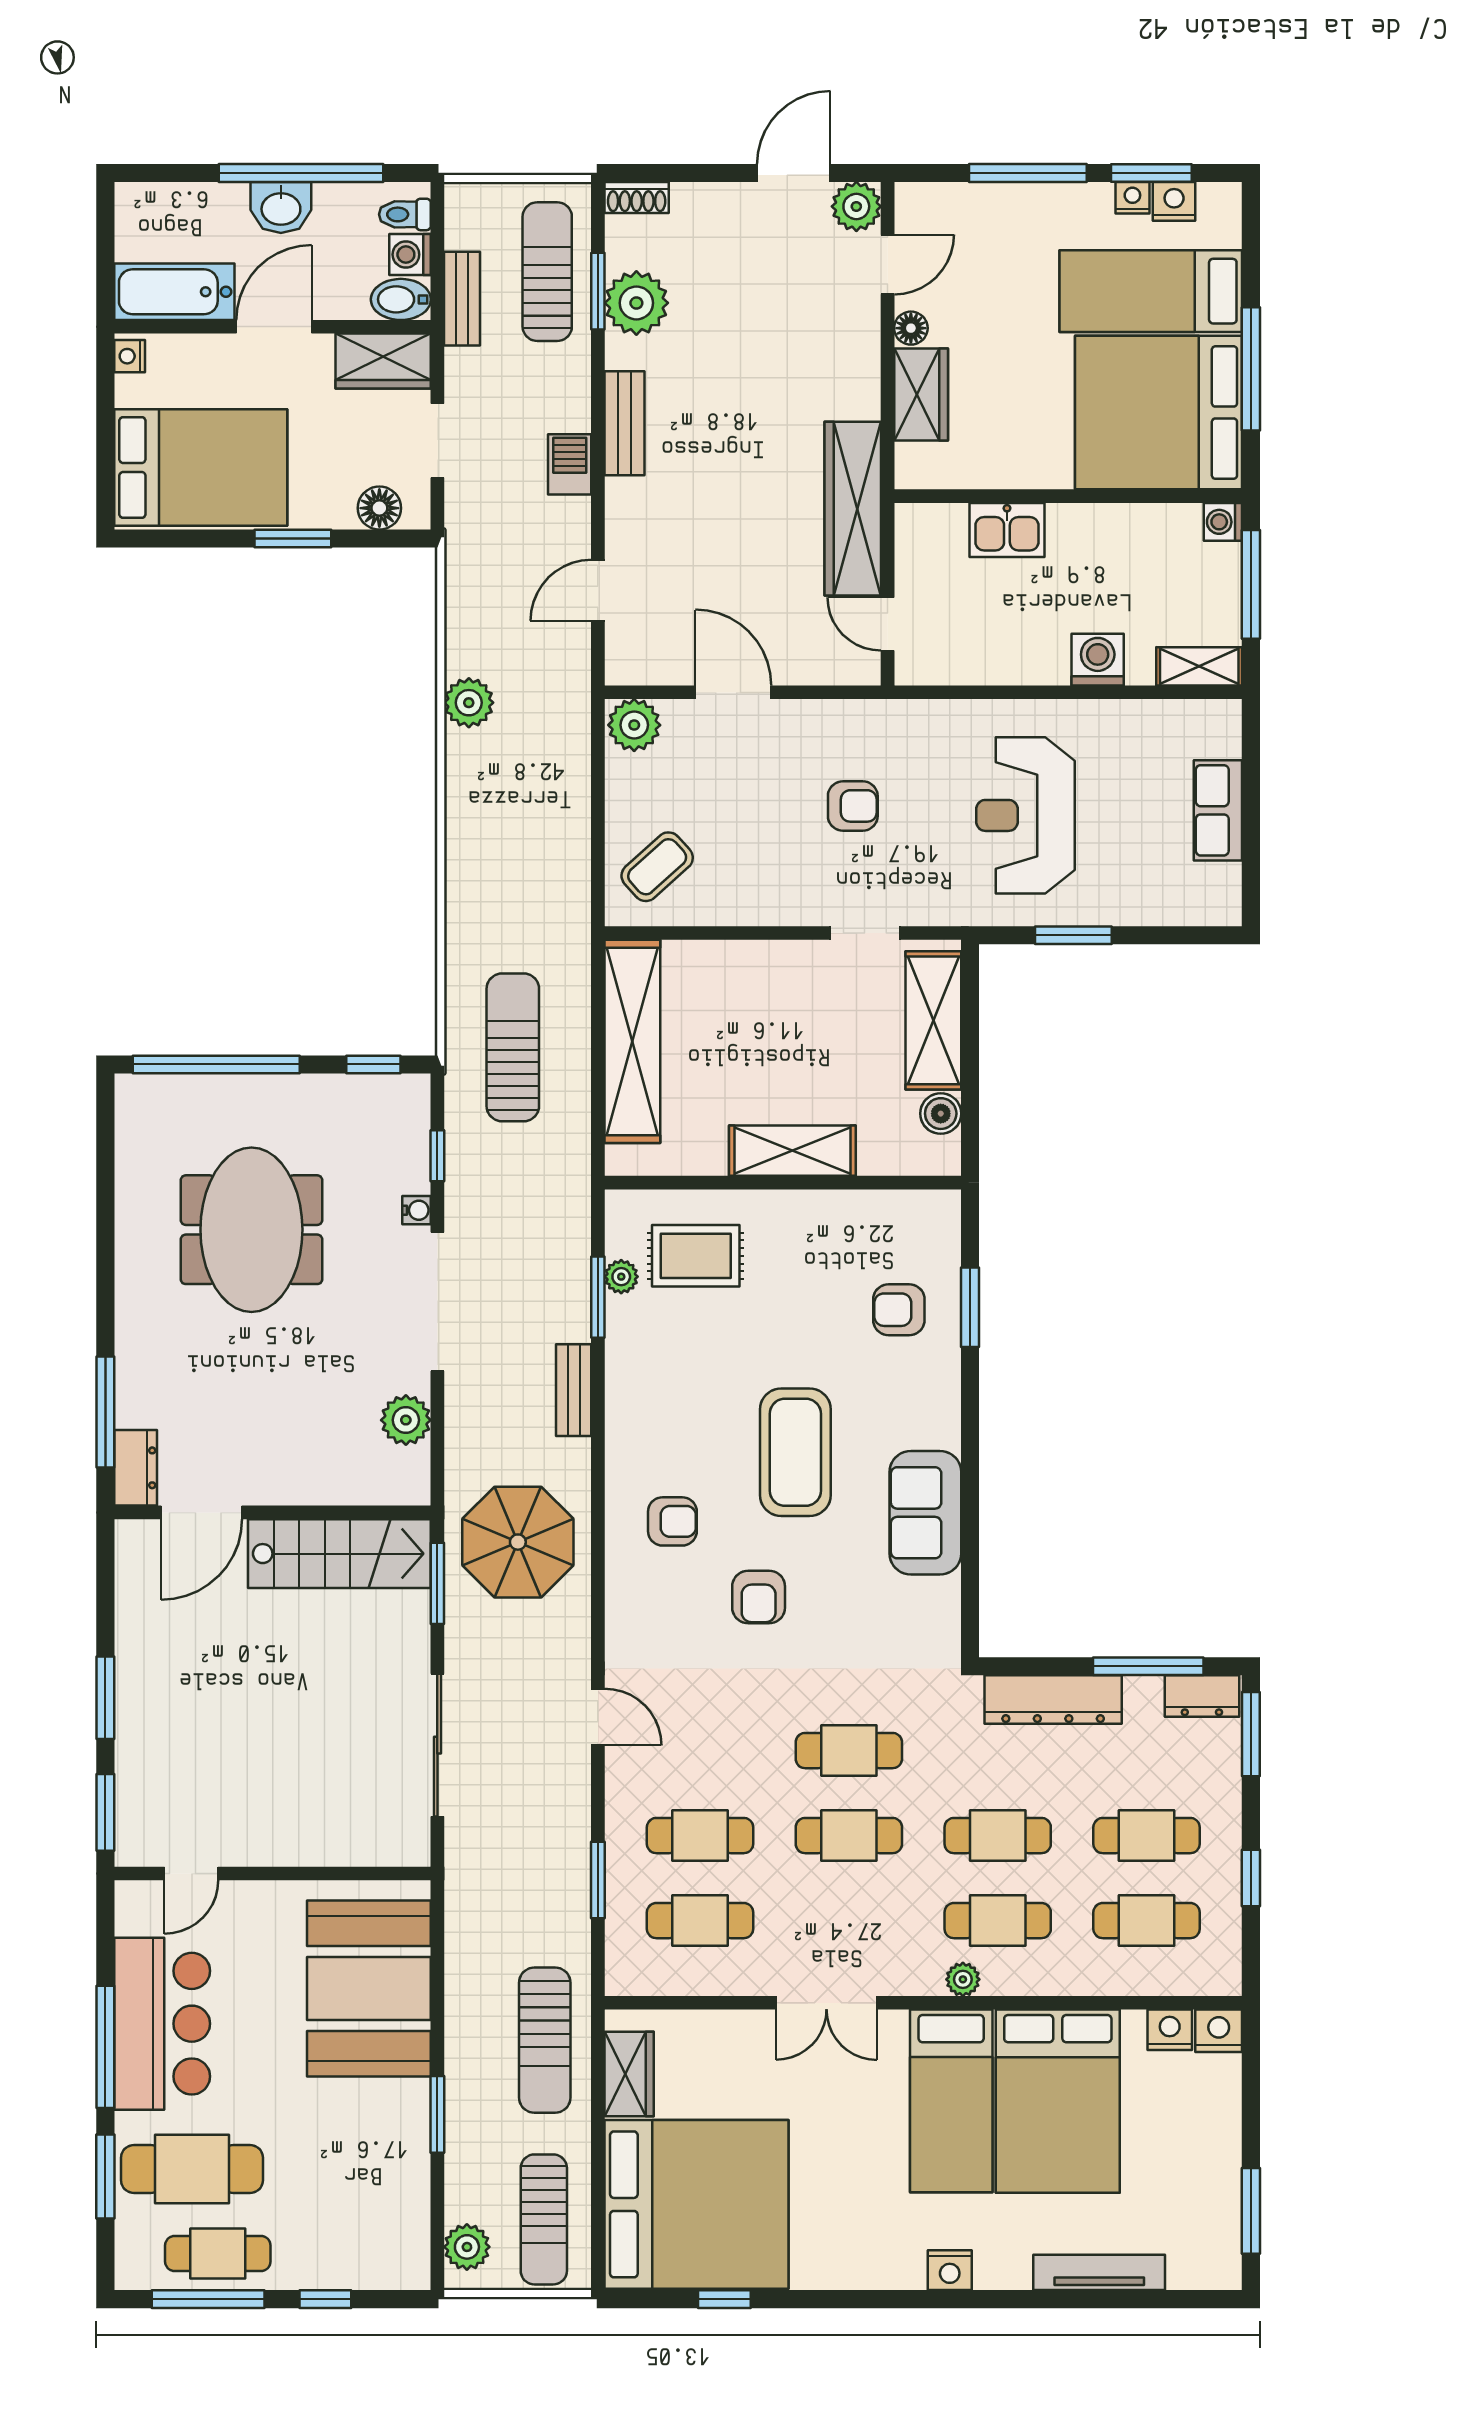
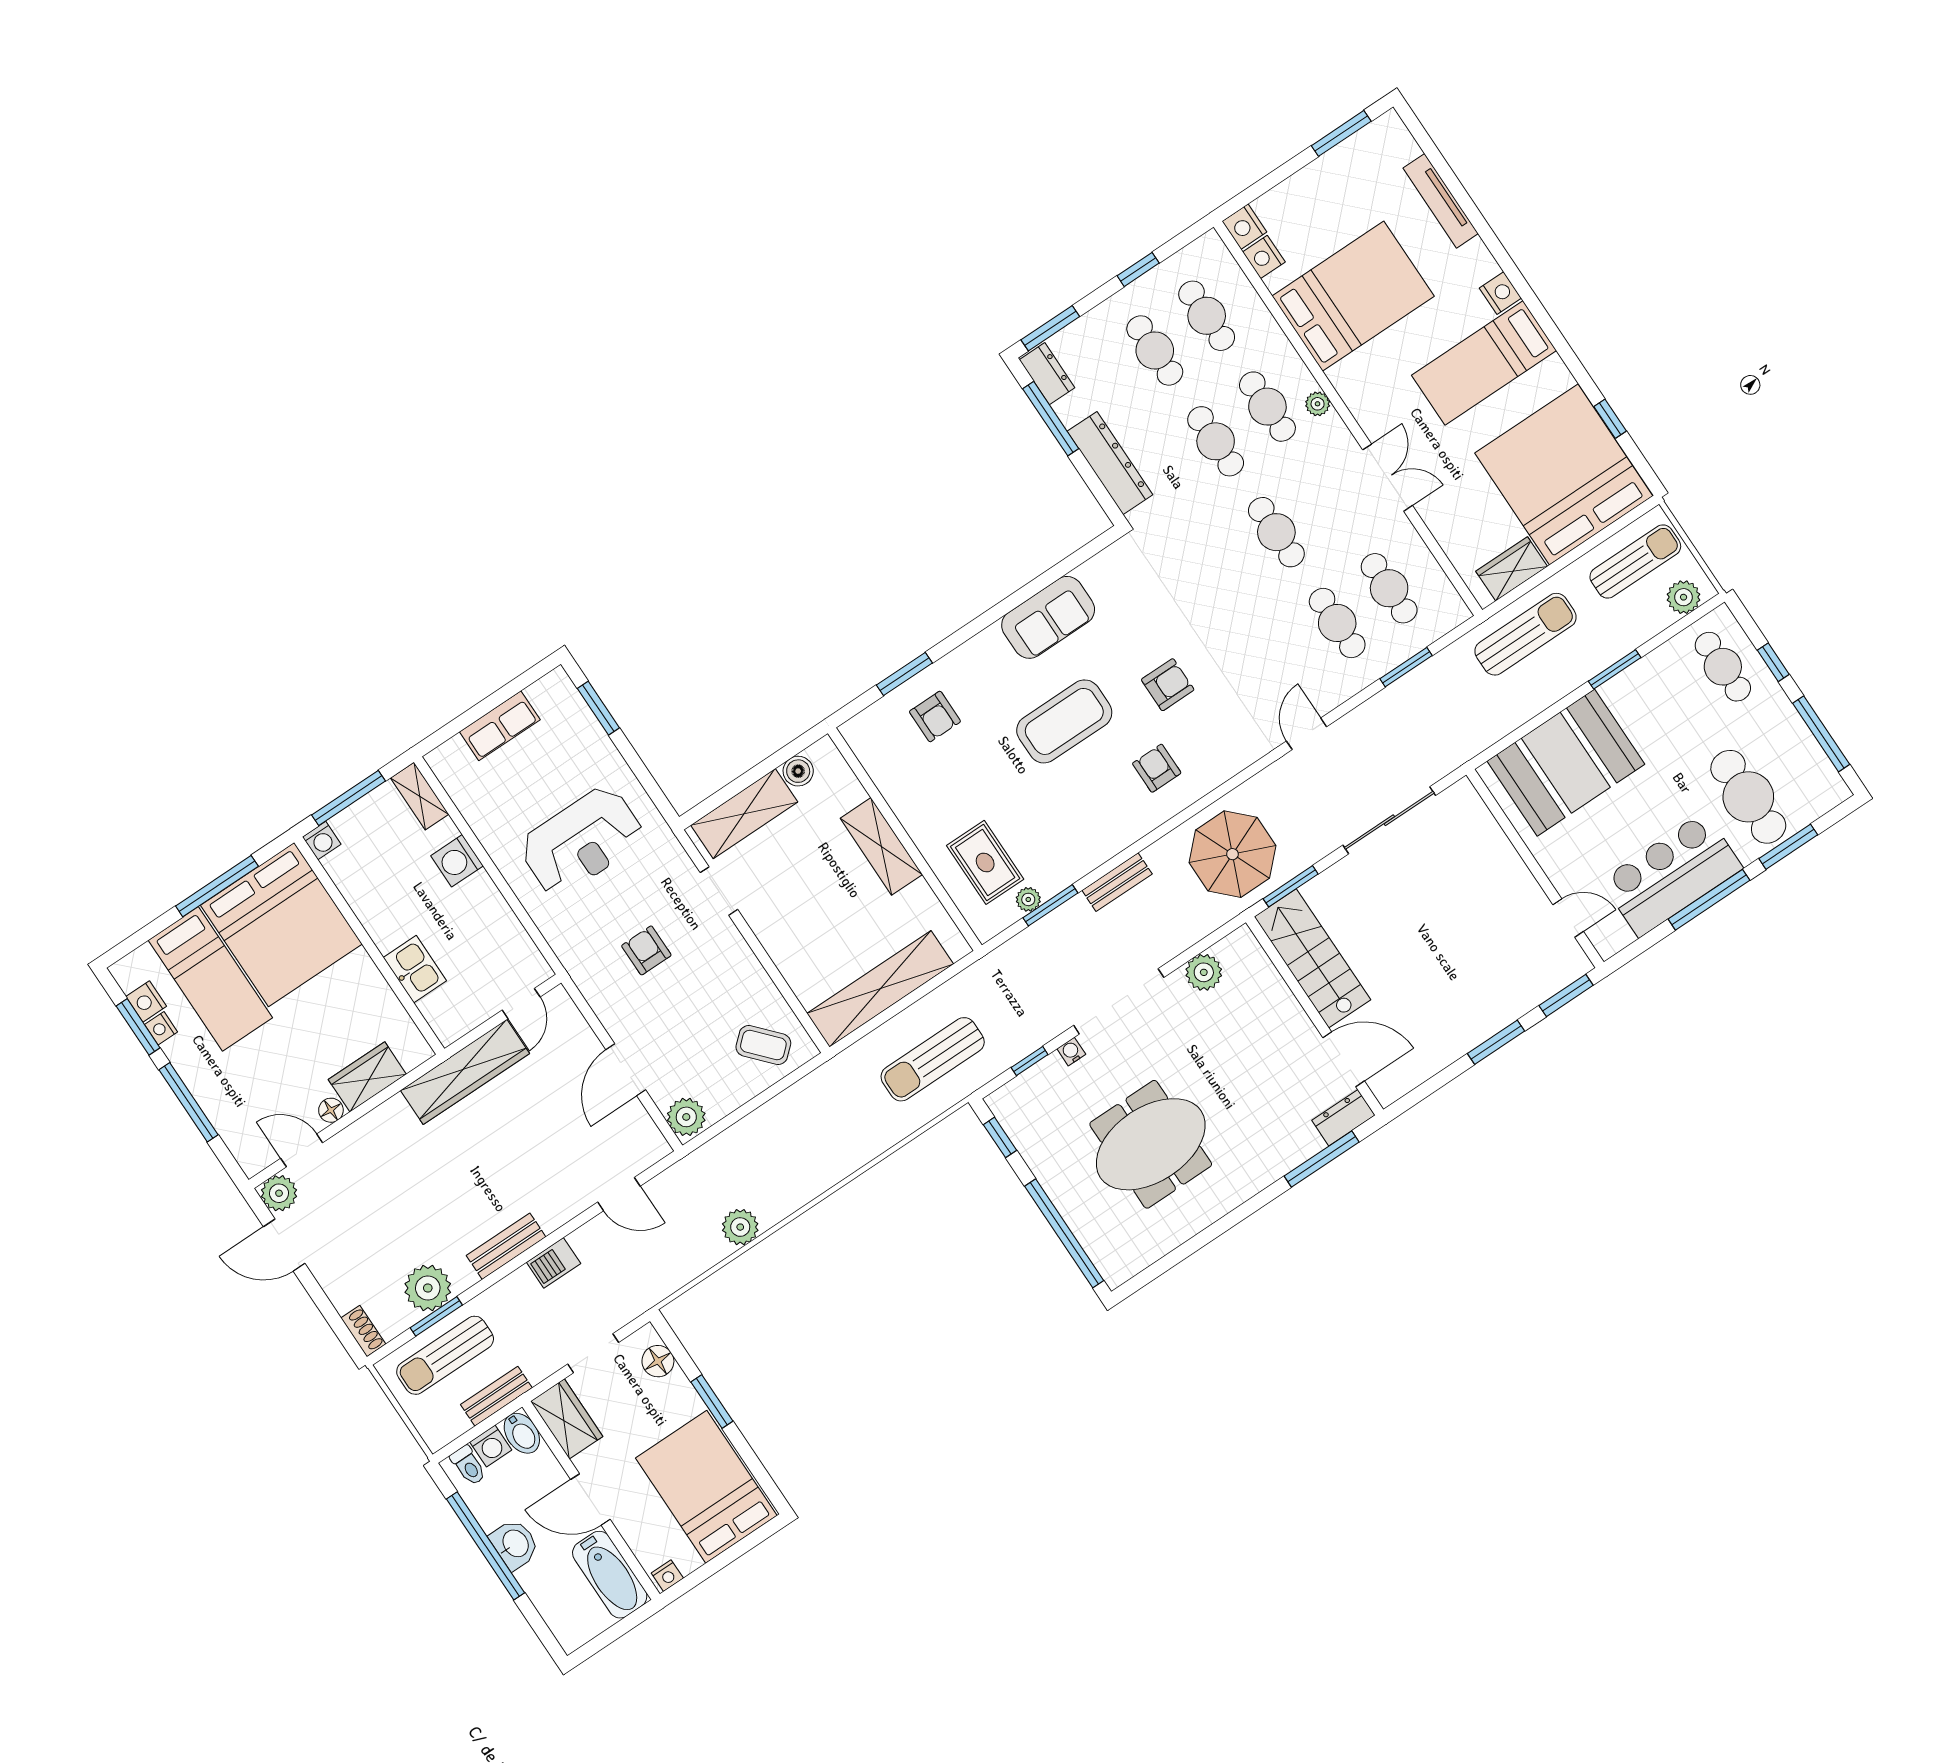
window: (1073, 935) -> (598, 708), moved
cafe table: (849, 1751) -> (1225, 567), removed
bed: (951, 2101) -> (1484, 363), moved, turned 180
cafe table: (218, 2253) -> (1723, 667), moved

